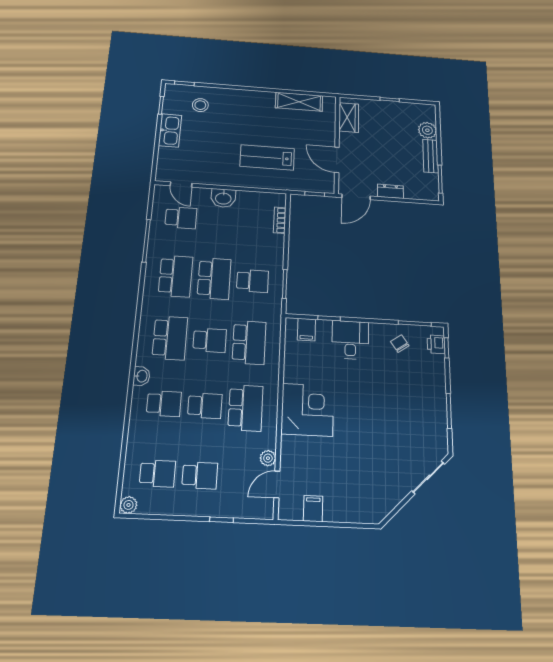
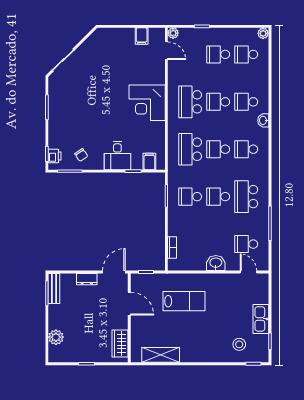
bench: (431, 156) -> (54, 288), moved
school desk: (214, 279) -> (218, 197), width x0.54
school desk: (170, 338) -> (246, 149), width x0.54
plant: (268, 458) -> (173, 33), moved
door: (277, 484) -> (166, 51), hinge flipped

